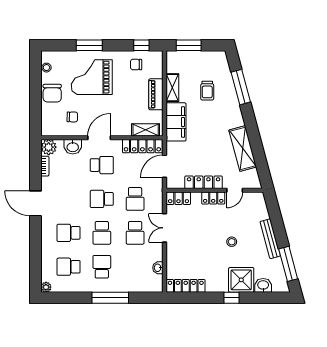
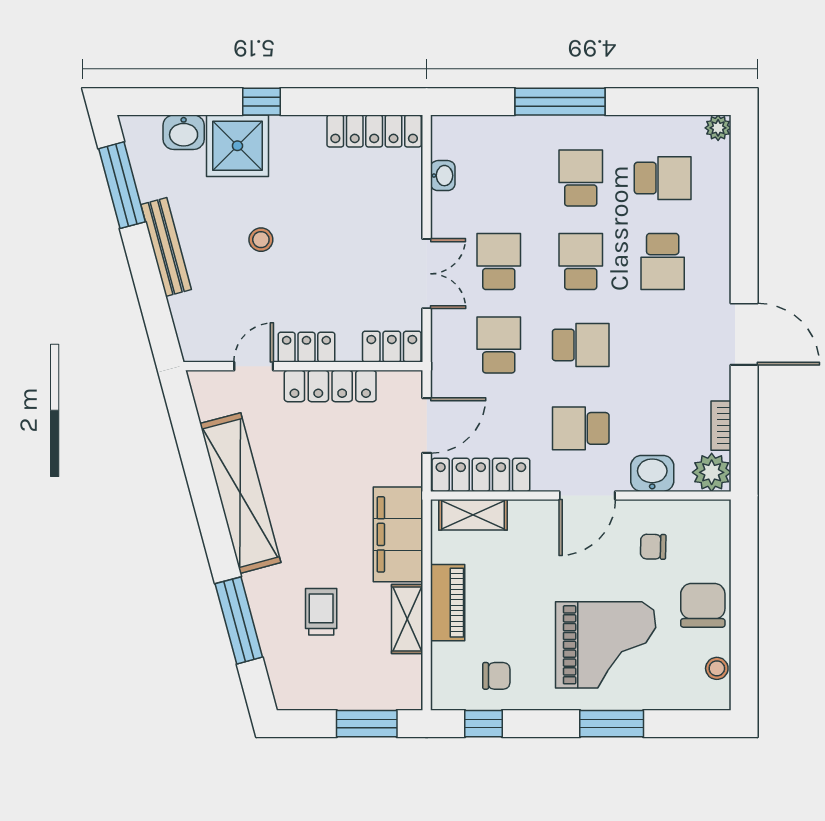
shelving: (243, 148) -> (240, 493), width x1.47
school desk: (68, 233) -> (663, 262), turned 90
school desk: (102, 267) -> (581, 178), turned 180

